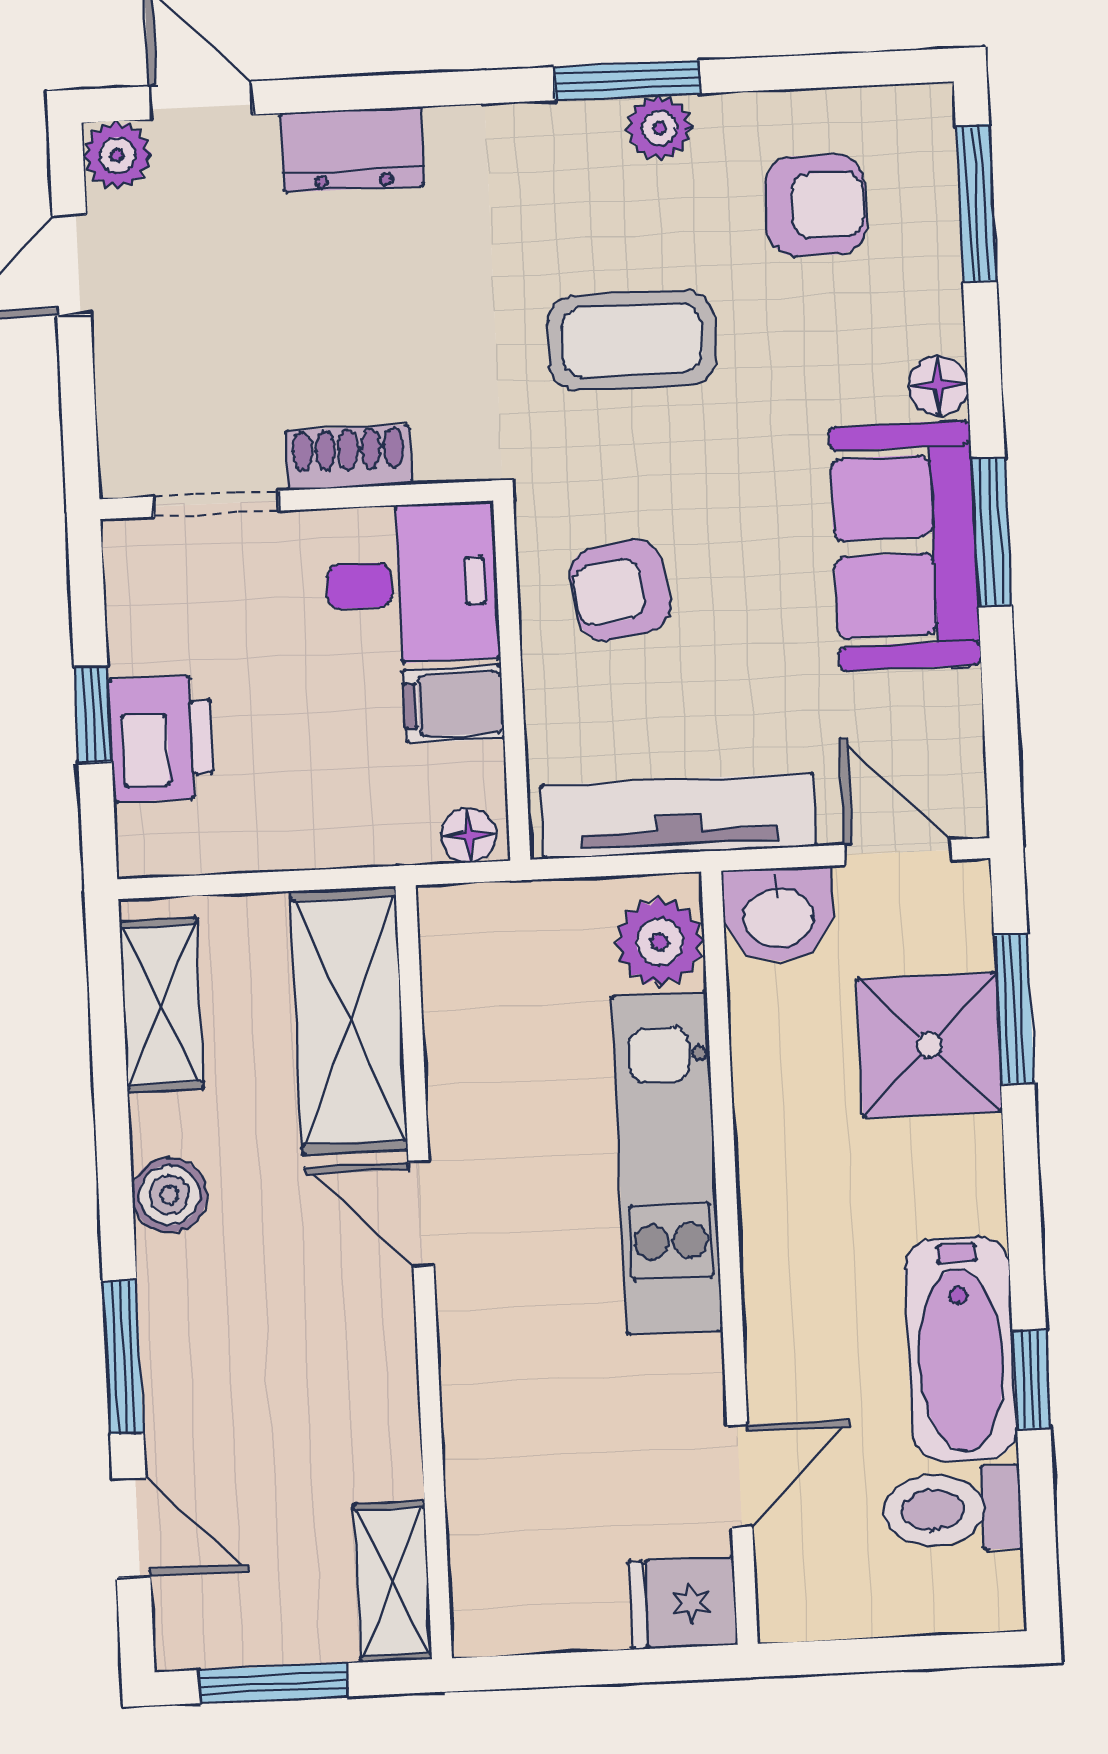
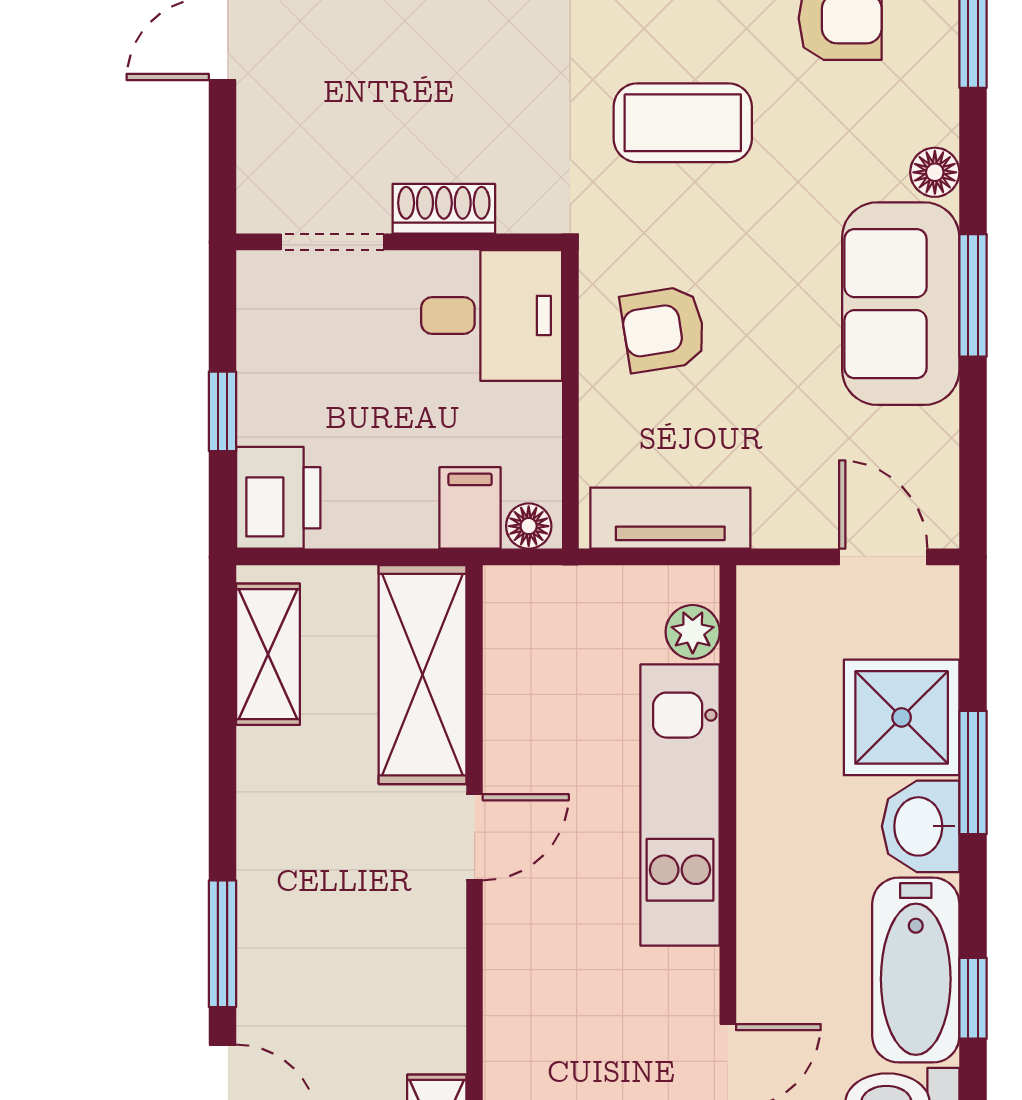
filing cabinet: (454, 704) -> (470, 508), moved, turned 90
printer: (161, 739) -> (278, 498), moved
tv unit: (679, 816) -> (670, 518), width x0.71
washbasin: (778, 915) -> (921, 826), moved, turned 90
plant: (660, 942) -> (693, 632), width x0.73, depth x0.73
window: (1014, 1009) -> (973, 772), moved
boiler: (169, 1195) -> (267, 812), removed
door: (421, 1214) -> (475, 837), swing flipped

